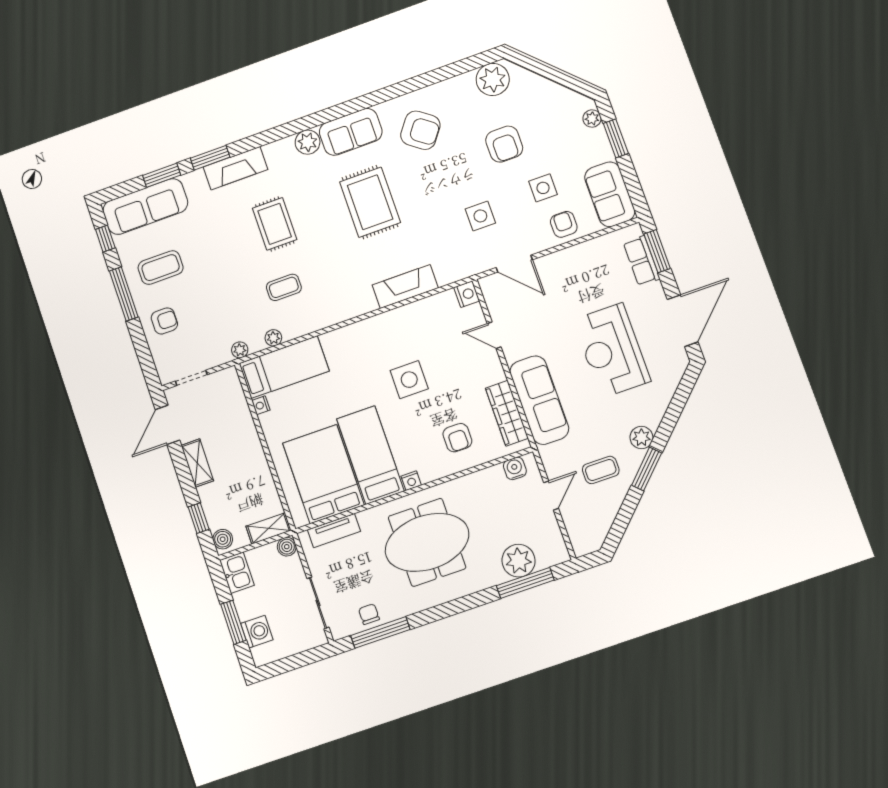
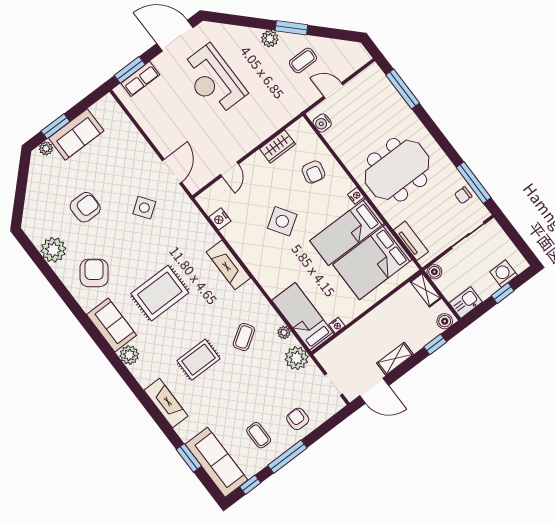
plant: (493, 79) -> (53, 250), moved
window: (210, 158) -> (164, 425), removed
side table: (543, 188) -> (109, 168), removed
sofa: (610, 194) -> (76, 134), moved
side table: (480, 216) -> (144, 208), turned -36
armchair: (564, 224) -> (131, 144), removed
coffee table: (161, 268) -> (259, 435), width x0.73, depth x0.77
coffee table: (284, 287) -> (244, 337), turned 57
fireplace: (405, 287) -> (228, 265), moved
nightstand: (467, 294) -> (220, 219), moved, turned -90
plant: (240, 350) -> (297, 358), width x1.88, depth x1.88
reception desk: (612, 350) -> (213, 80), turned 90
side table: (409, 380) -> (282, 221), turned -33
sofa: (539, 400) -> (267, 121), removed
wardrobe: (507, 413) -> (277, 146), width x0.67
armchair: (457, 438) -> (313, 172), turned 103
coffee table: (601, 470) -> (303, 61), turned 90
meeting table: (427, 542) -> (397, 170), turned 90
plant: (518, 561) -> (388, 99), removed
window: (233, 622) -> (503, 293), width x0.67

